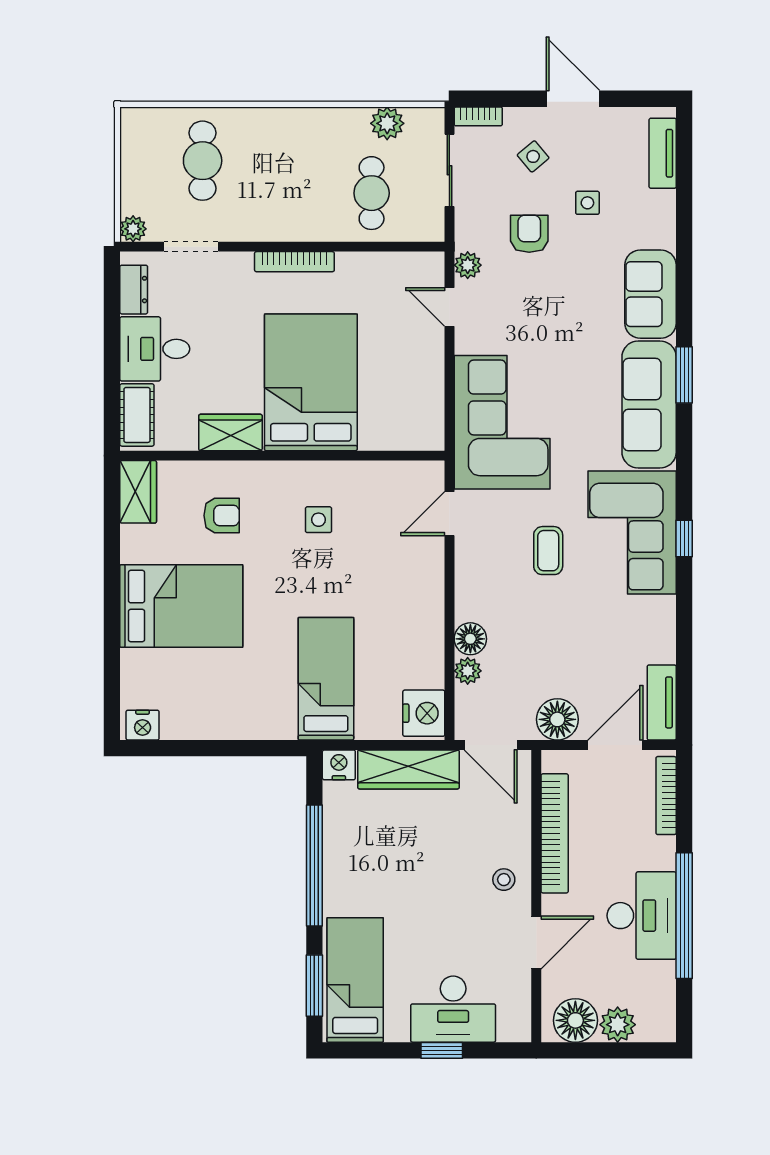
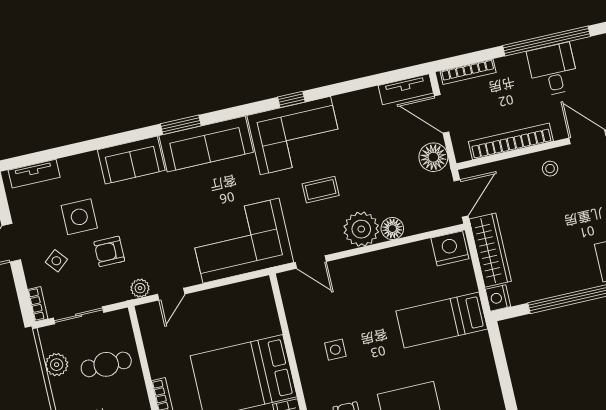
side table: (587, 203) -> (79, 217), width x1.87, depth x1.87
plant: (468, 671) -> (361, 229), moved, width x1.88, depth x1.88
desk: (642, 916) -> (553, 70), width x0.73

